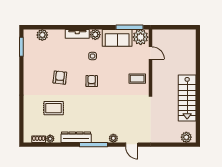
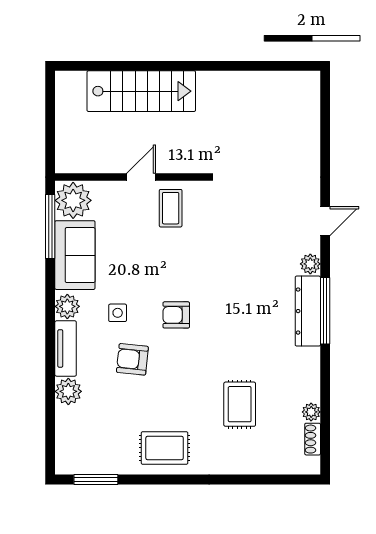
plant: (42, 35) -> (68, 391), moved
door: (150, 53) -> (141, 177), moved
rug: (35, 76) -> (165, 448), added
armchair: (60, 78) -> (132, 359), moved
stairs: (187, 98) -> (141, 91), moved
dresser: (76, 137) -> (308, 311), moved
plant: (186, 137) -> (308, 93), removed

